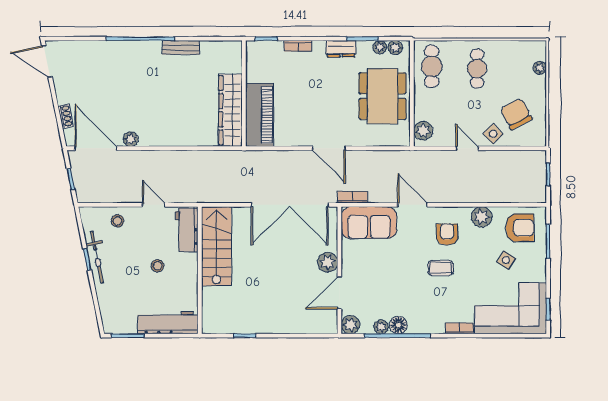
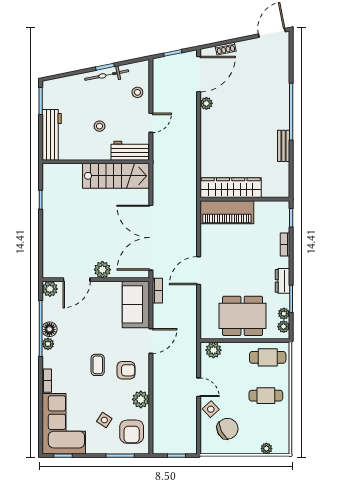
door: (467, 148) -> (199, 387), hinge flipped
door: (339, 293) -> (77, 280), swing flipped
plant: (381, 327) -> (48, 344), moved

